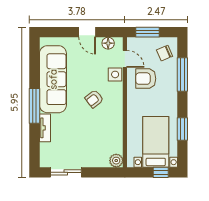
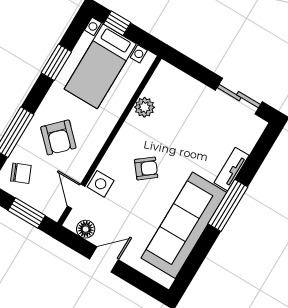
door: (87, 32) -> (104, 259), hinge flipped
armchair: (146, 79) -> (58, 137), moved, turned 45
plant: (116, 161) -> (144, 107), moved

